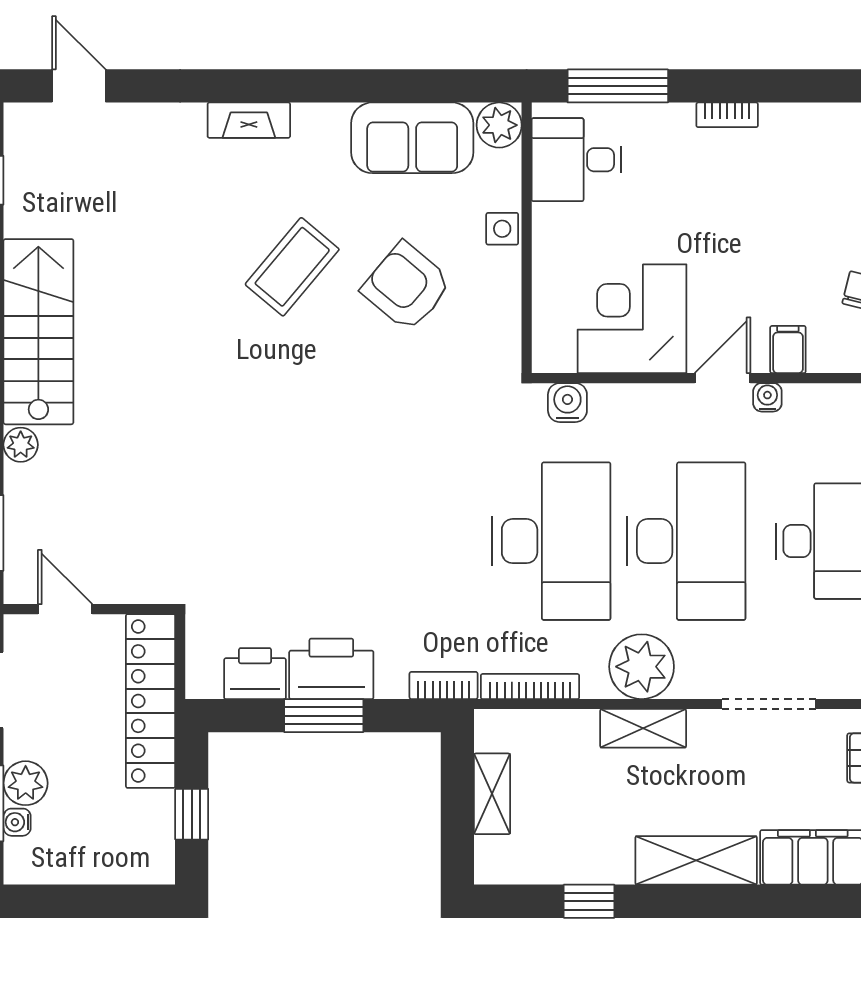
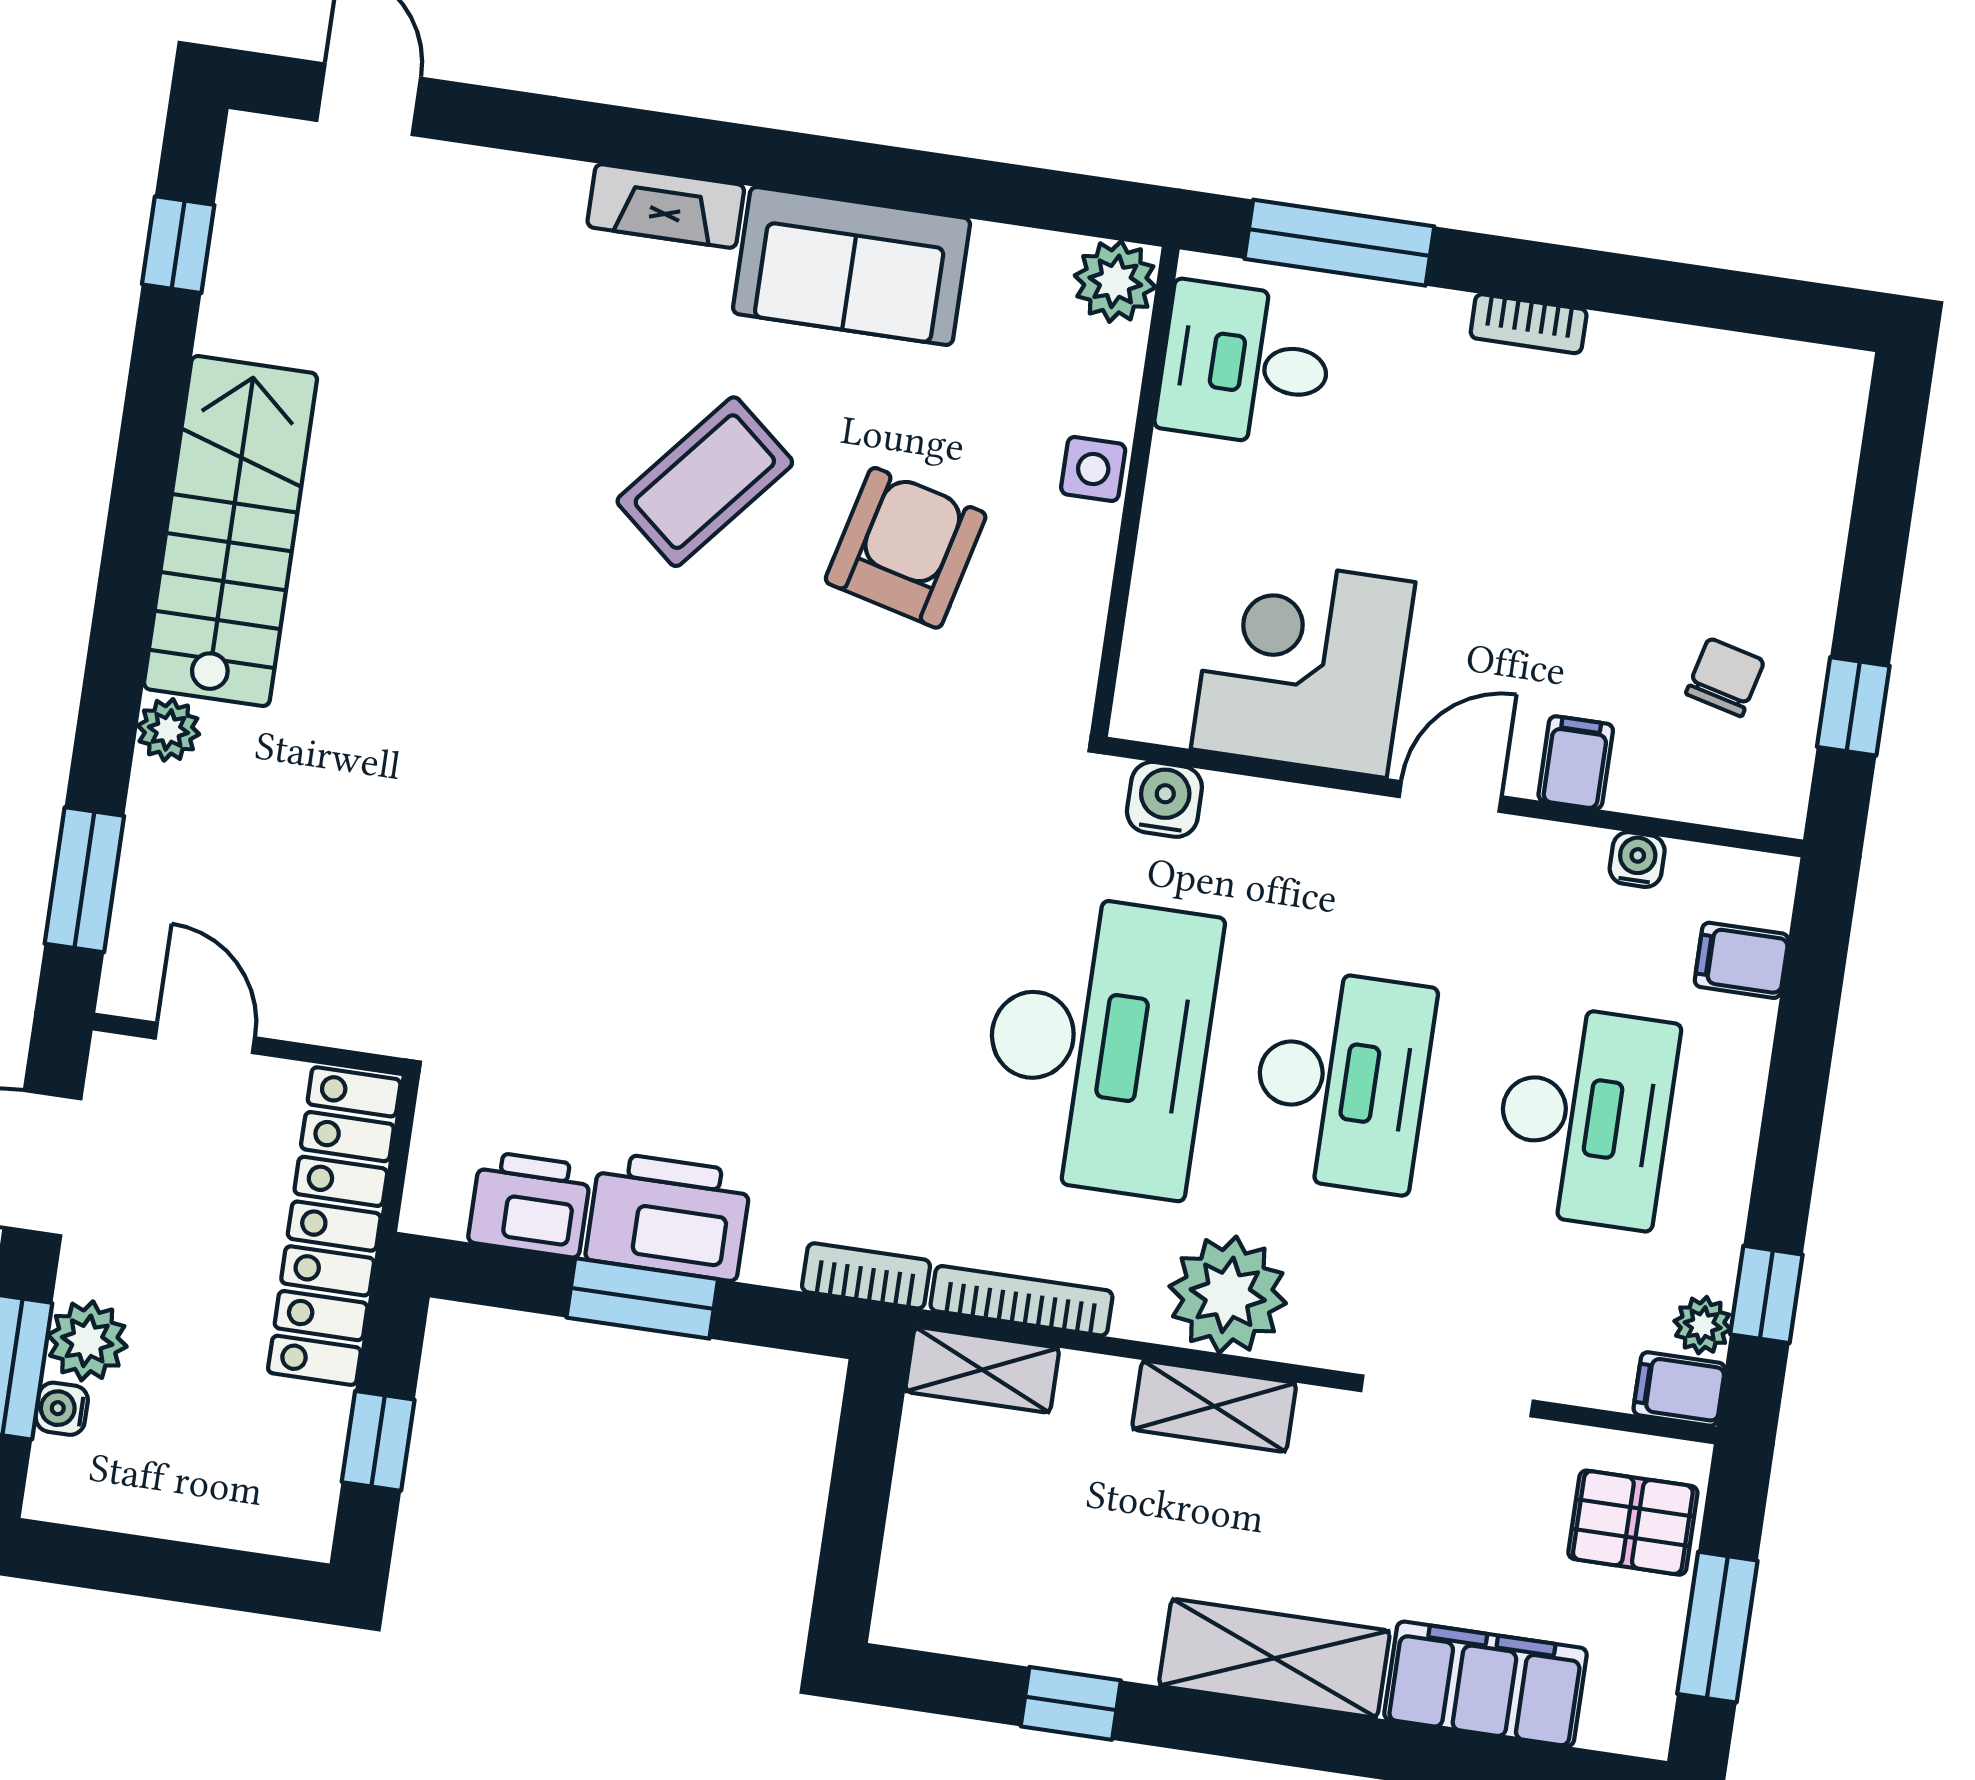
sofa: (412, 138) -> (852, 266), moved
armchair: (407, 287) -> (906, 548), turned 64
water cooler: (767, 397) -> (1637, 860), moved
desk: (686, 541) -> (1342, 1080), width x0.73, depth x0.77
shelving: (492, 794) -> (982, 1370), moved, turned 90

